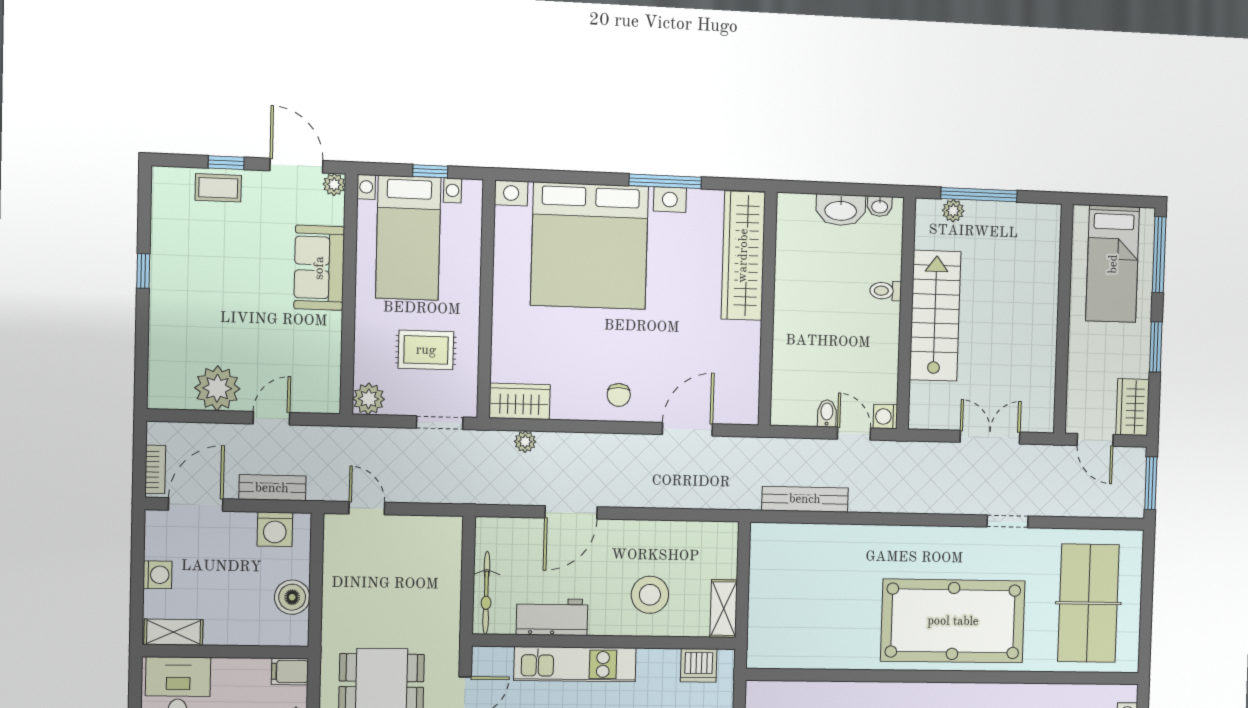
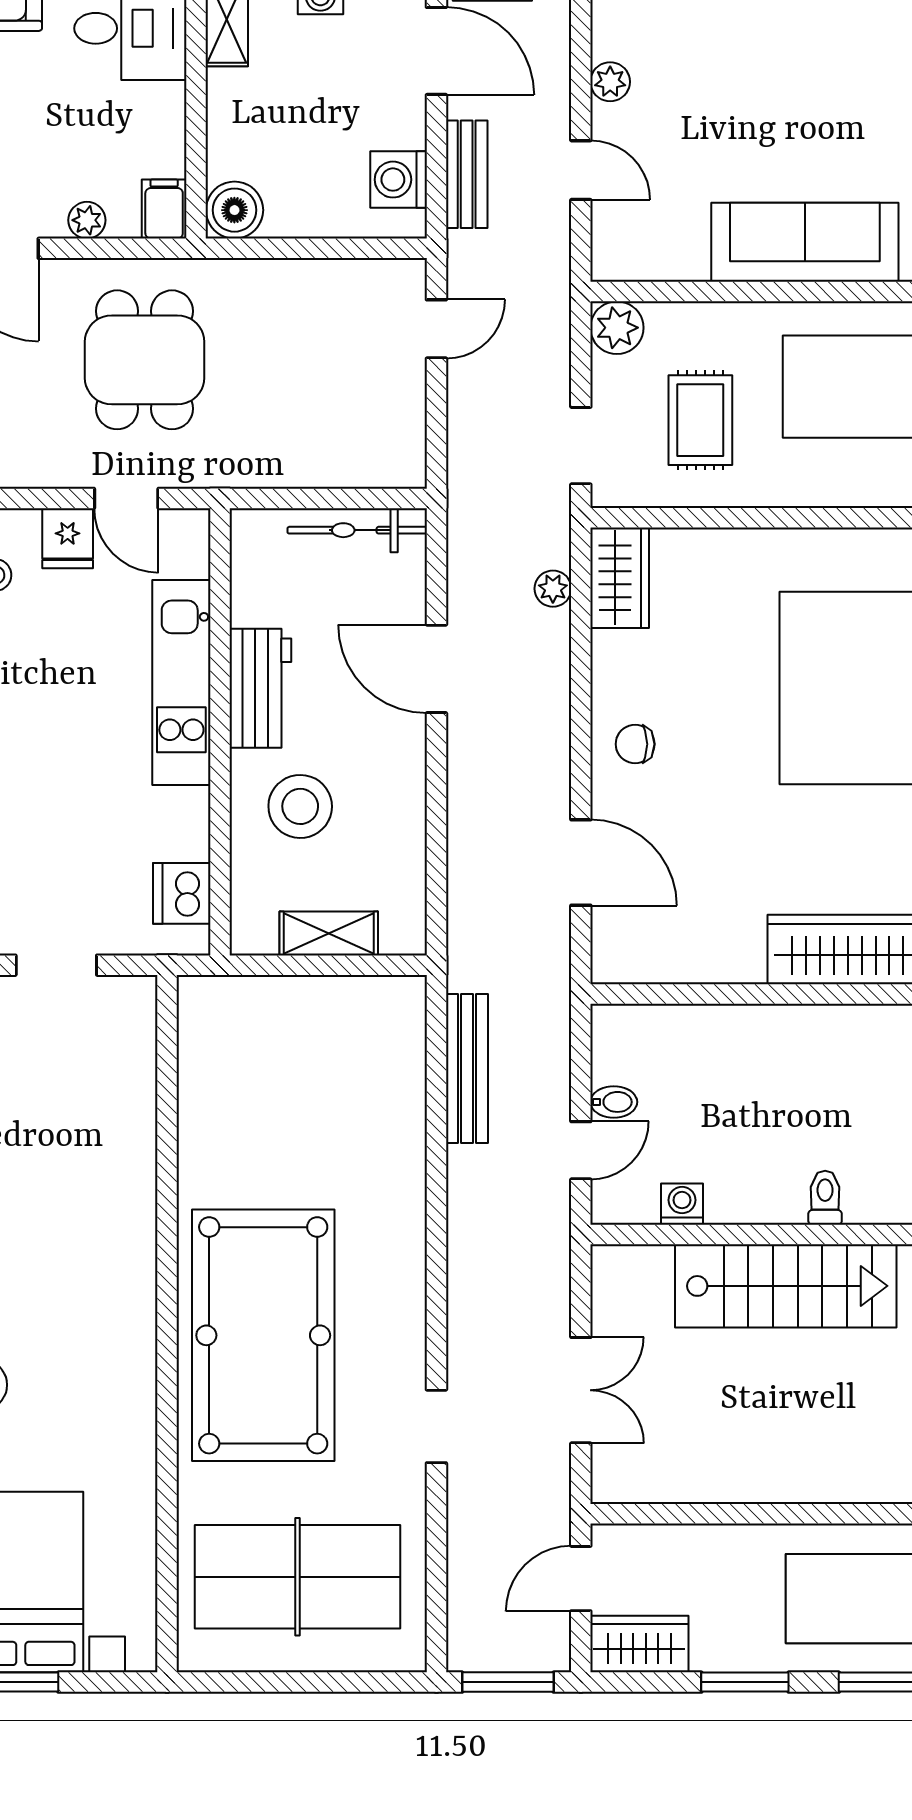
sofa: (319, 268) -> (805, 242), width x1.36
plant: (217, 388) -> (610, 82), width x0.53, depth x0.53
washing machine: (885, 417) -> (682, 1204), moved
bicycle: (486, 593) -> (357, 530), moved
boiler: (292, 597) -> (234, 210), moved
shelving: (724, 609) -> (329, 933), moved
workbench: (552, 617) -> (260, 688), moved

